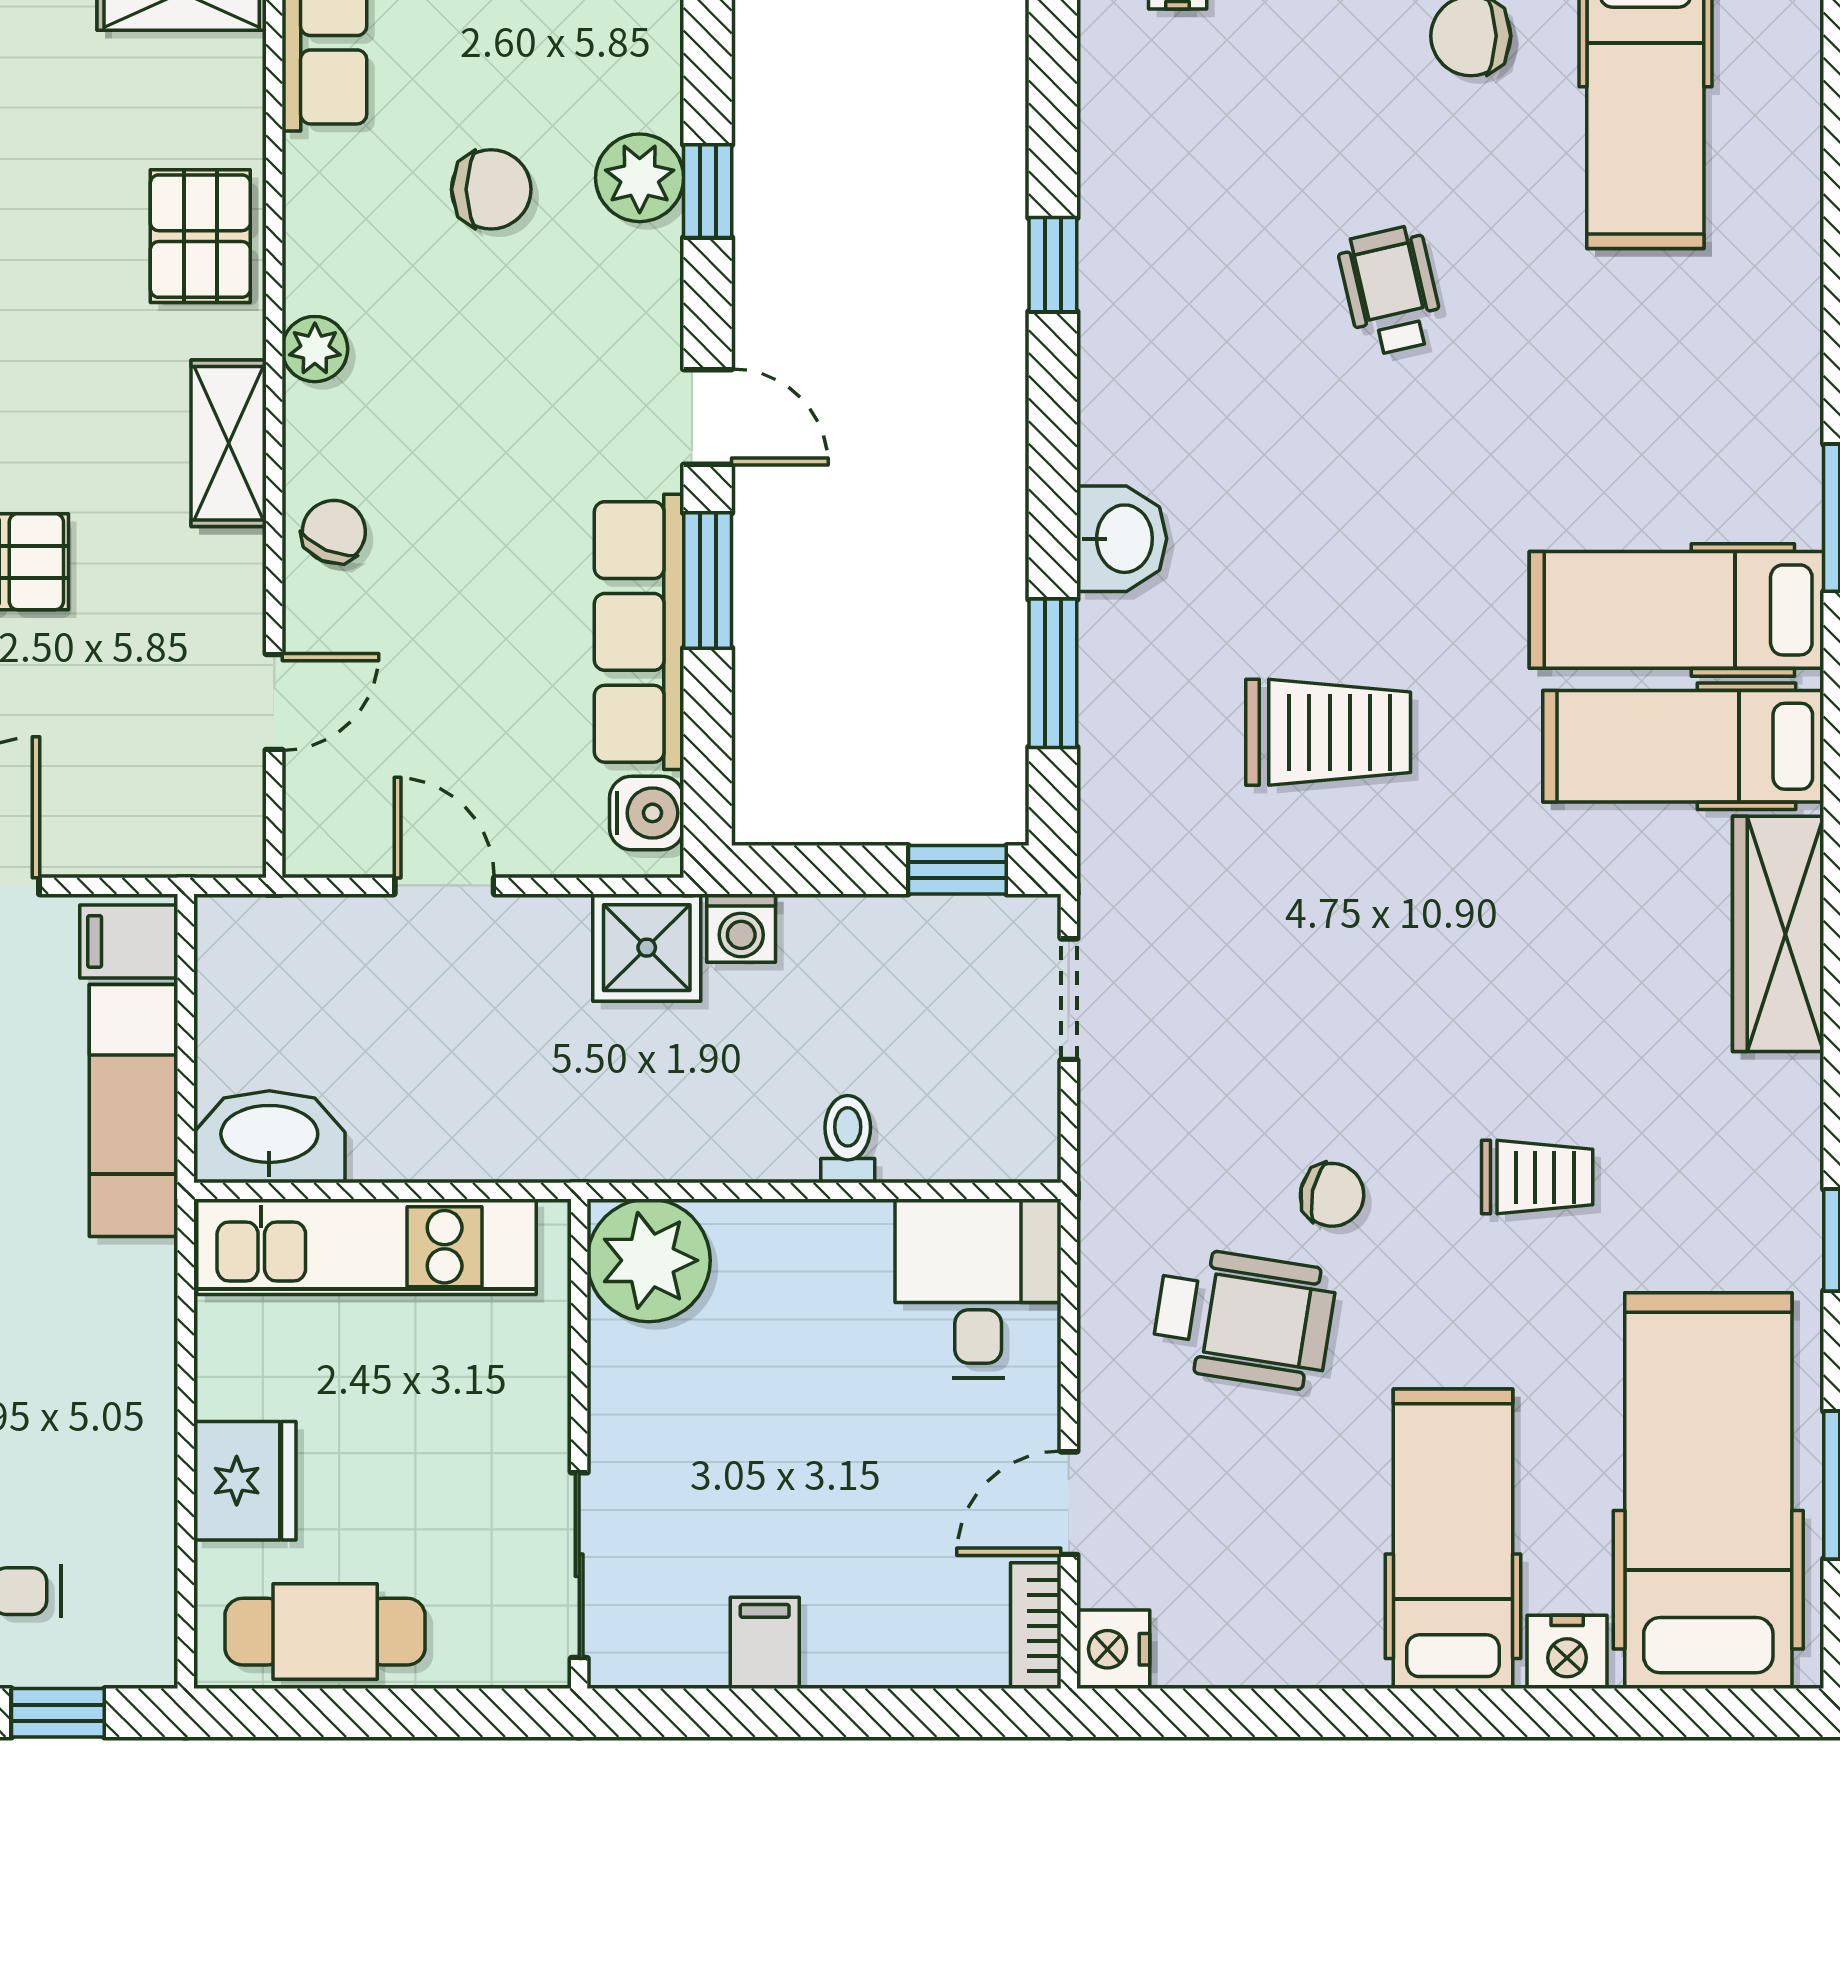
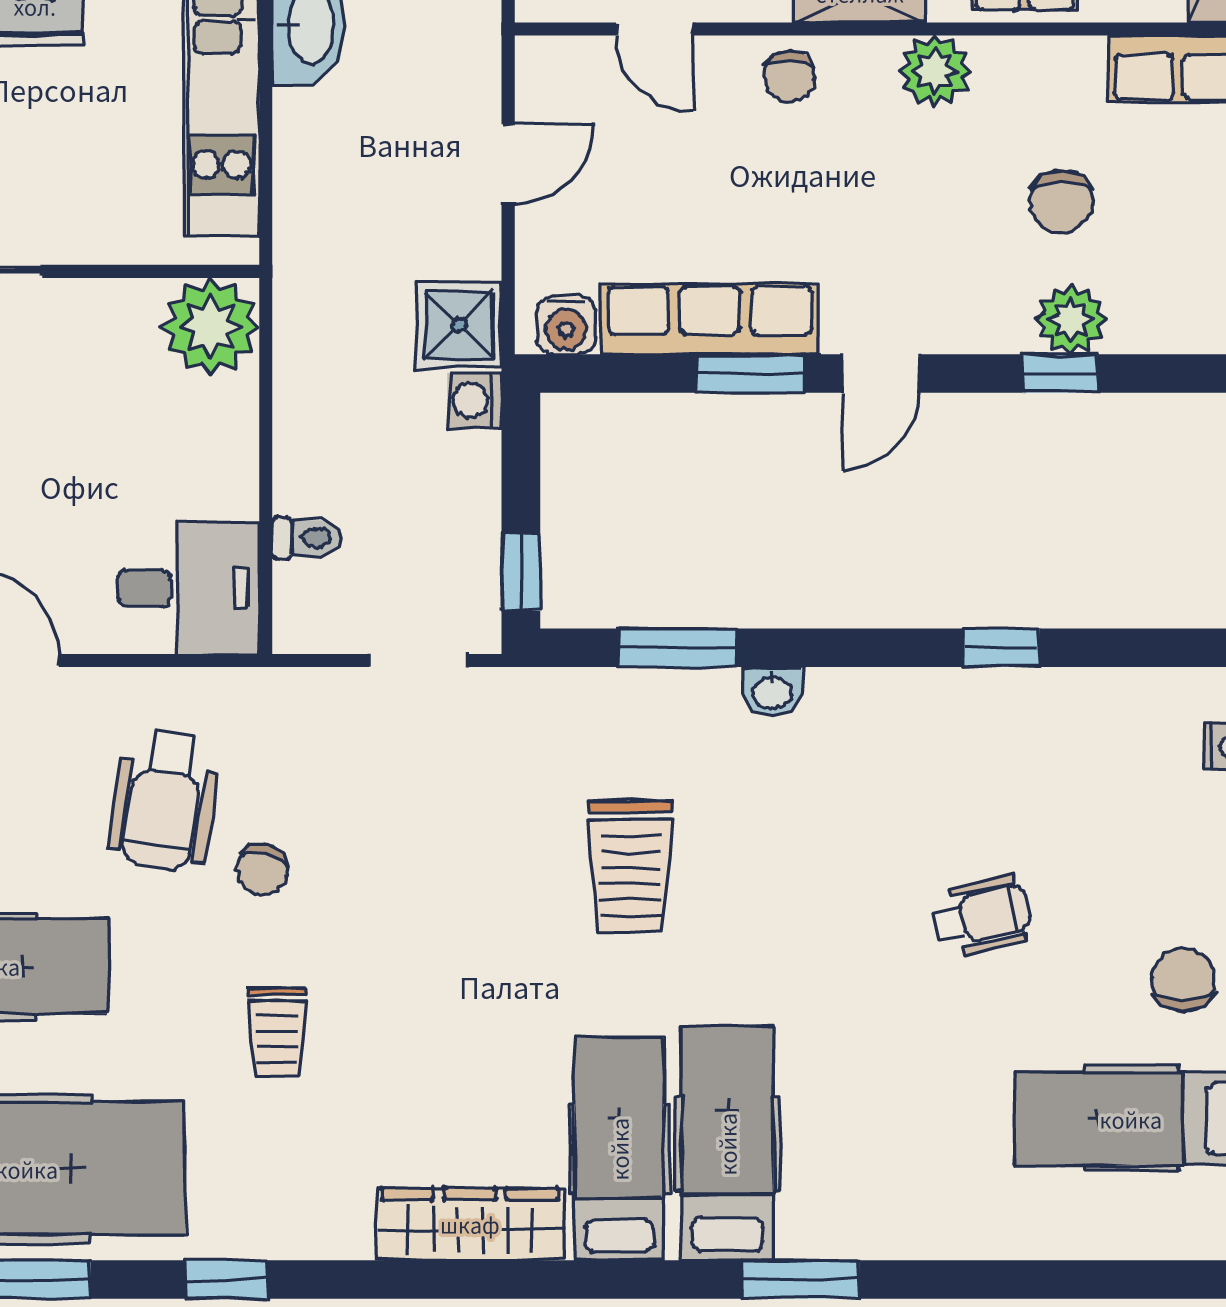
plant: (315, 349) -> (935, 71), width x1.38, depth x1.38
chair: (334, 532) -> (790, 76), turned 67
washbasin: (1122, 539) -> (772, 692), width x0.72, depth x0.69
toilet: (848, 1139) -> (307, 538), moved

